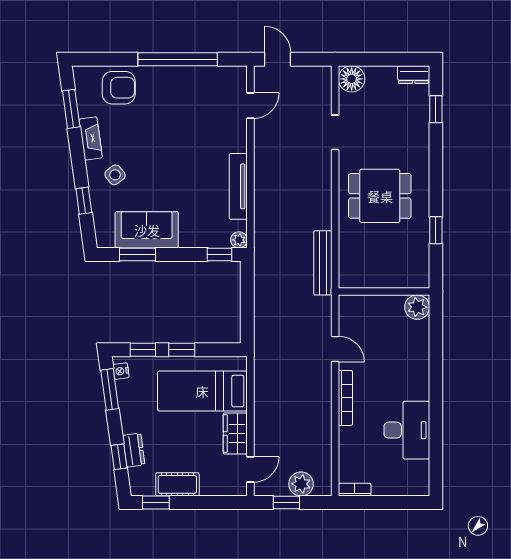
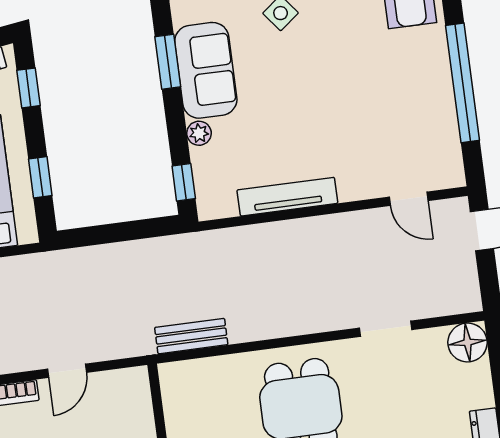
plant: (239, 240) -> (199, 133), moved
bench: (323, 263) -> (191, 336), width x0.73
window: (182, 350) -> (40, 177), moved

